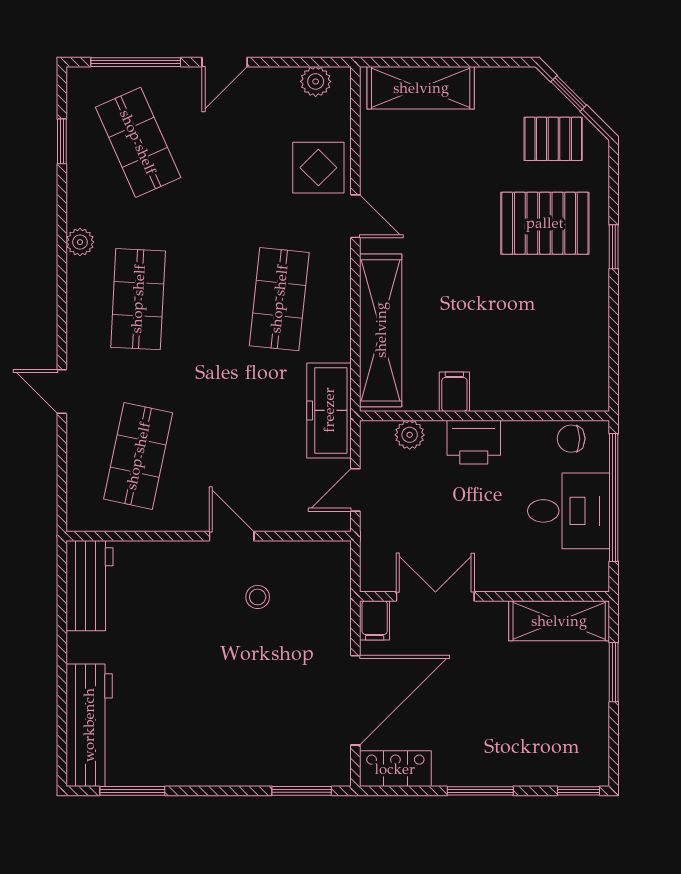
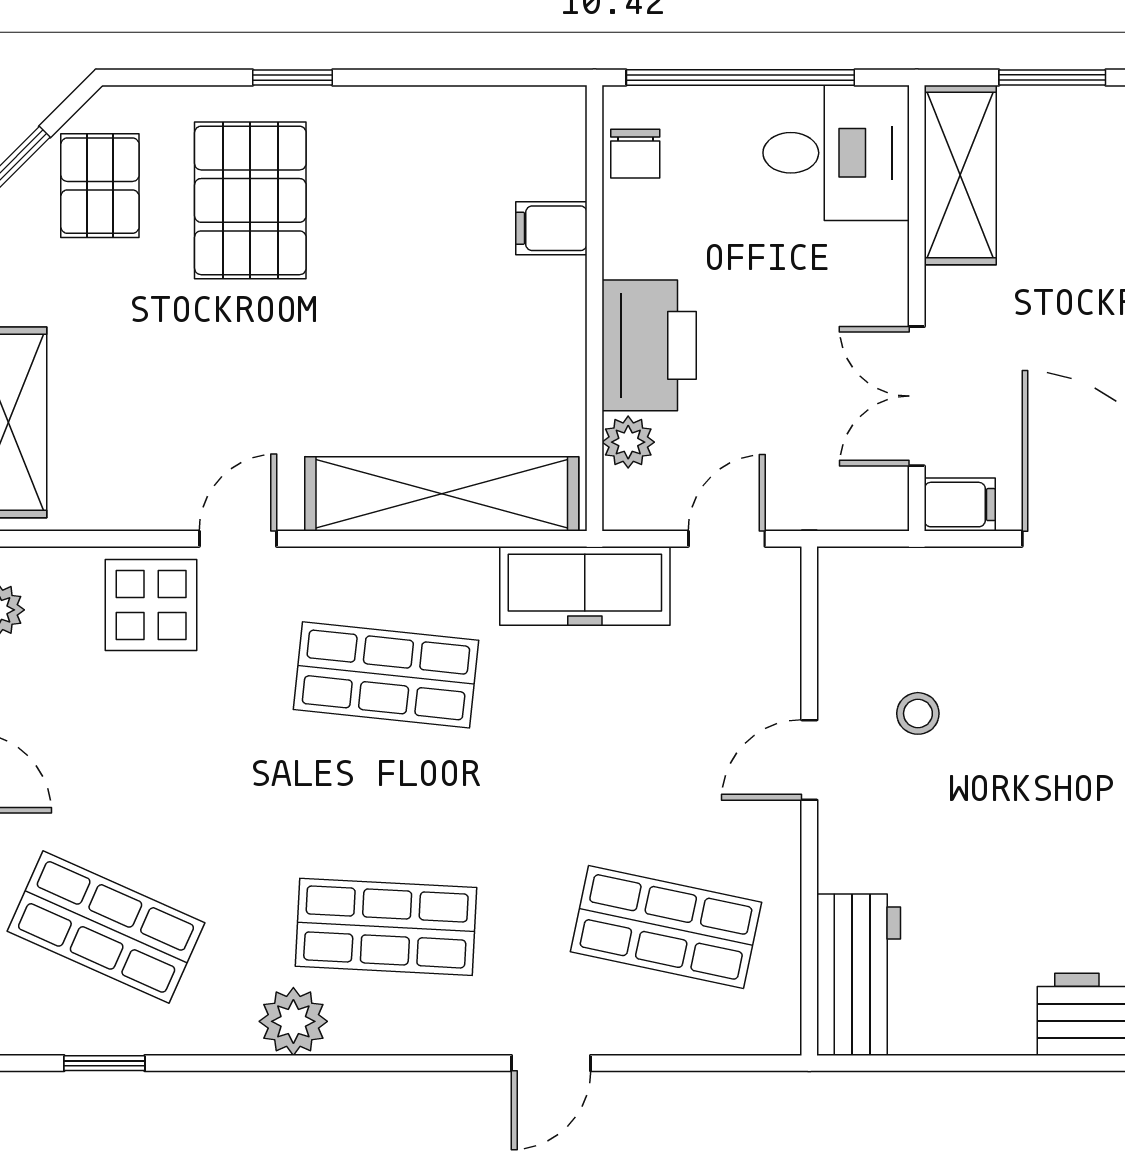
shop shelf: (138, 142) -> (106, 927), turned 48
plant: (80, 242) -> (293, 1021), width x1.38, depth x1.38
filing cabinet: (454, 392) -> (551, 228), moved
printer: (474, 442) -> (649, 345), width x1.37, depth x1.19
door: (355, 490) -> (727, 539), swing flipped
desk: (569, 511) -> (836, 153), moved, turned 90
workbench: (89, 586) -> (859, 975), moved, turned 90

